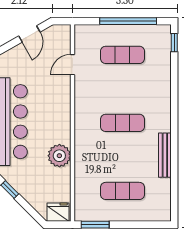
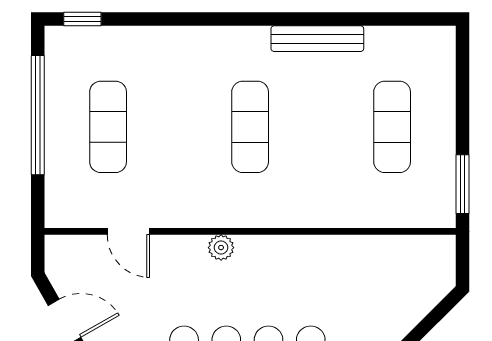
plant: (59, 156) -> (221, 248), moved, width x0.53, depth x0.53
fridge: (58, 212) -> (436, 262), removed

